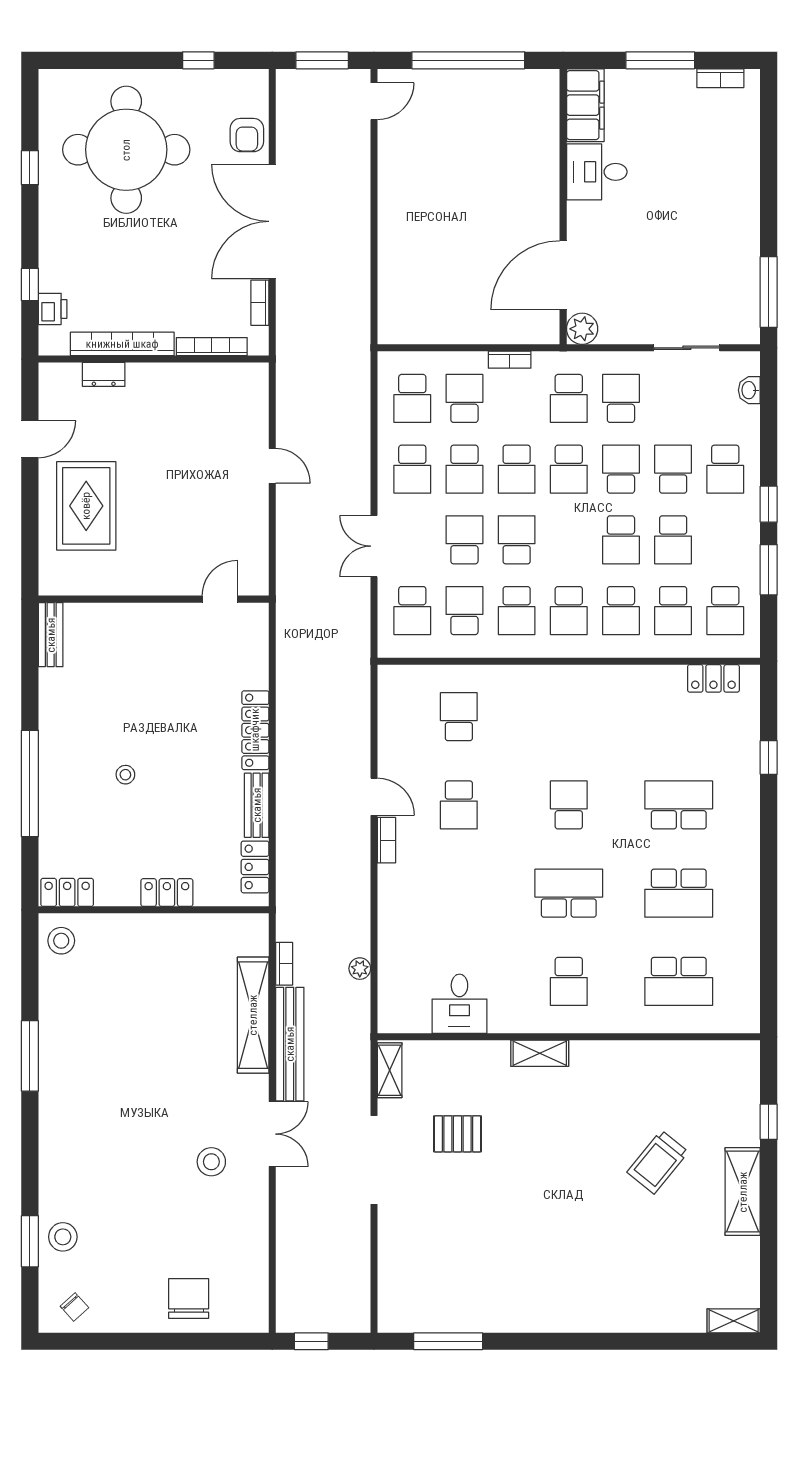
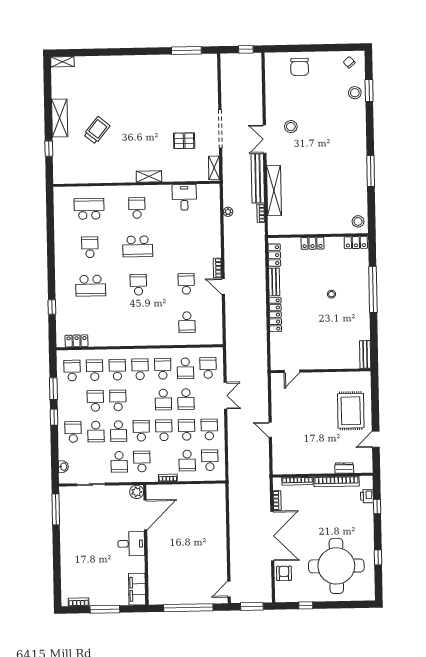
desk: (597, 172) -> (131, 544), moved
school desk: (569, 805) -> (138, 285), turned 180
school desk: (679, 893) -> (90, 247), width x0.54

